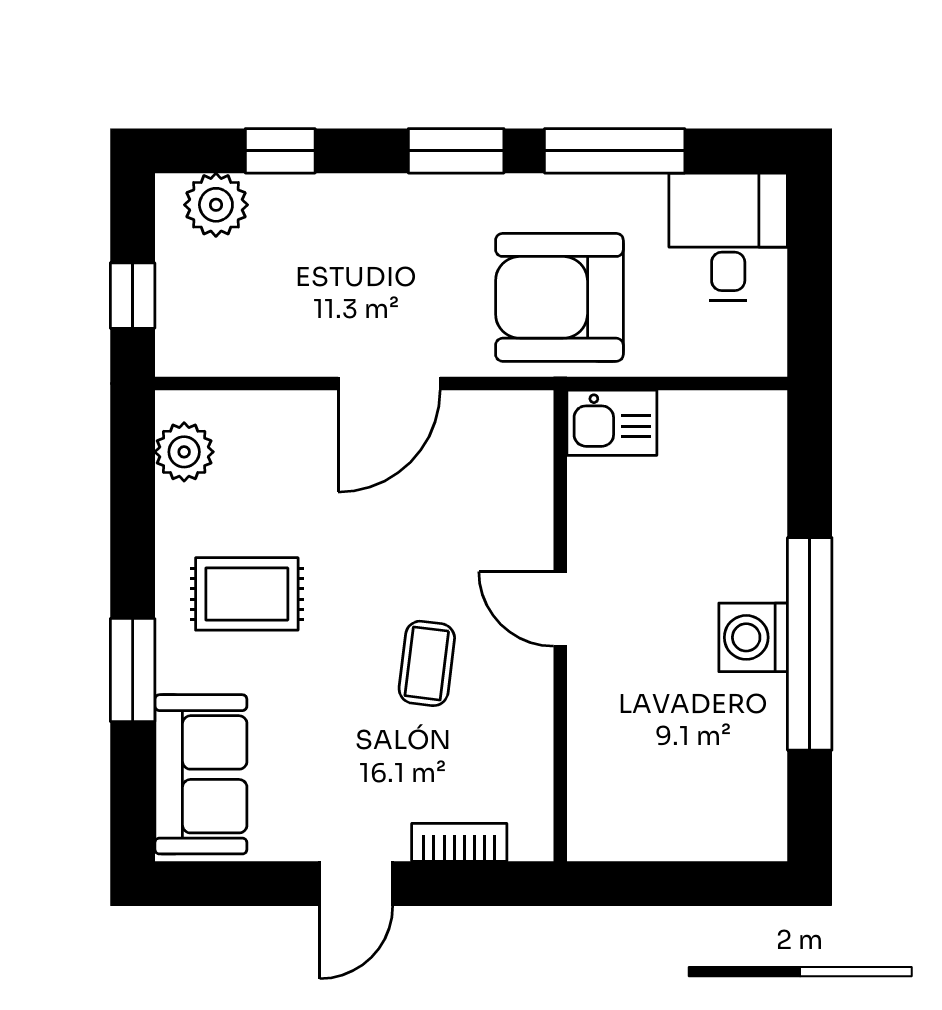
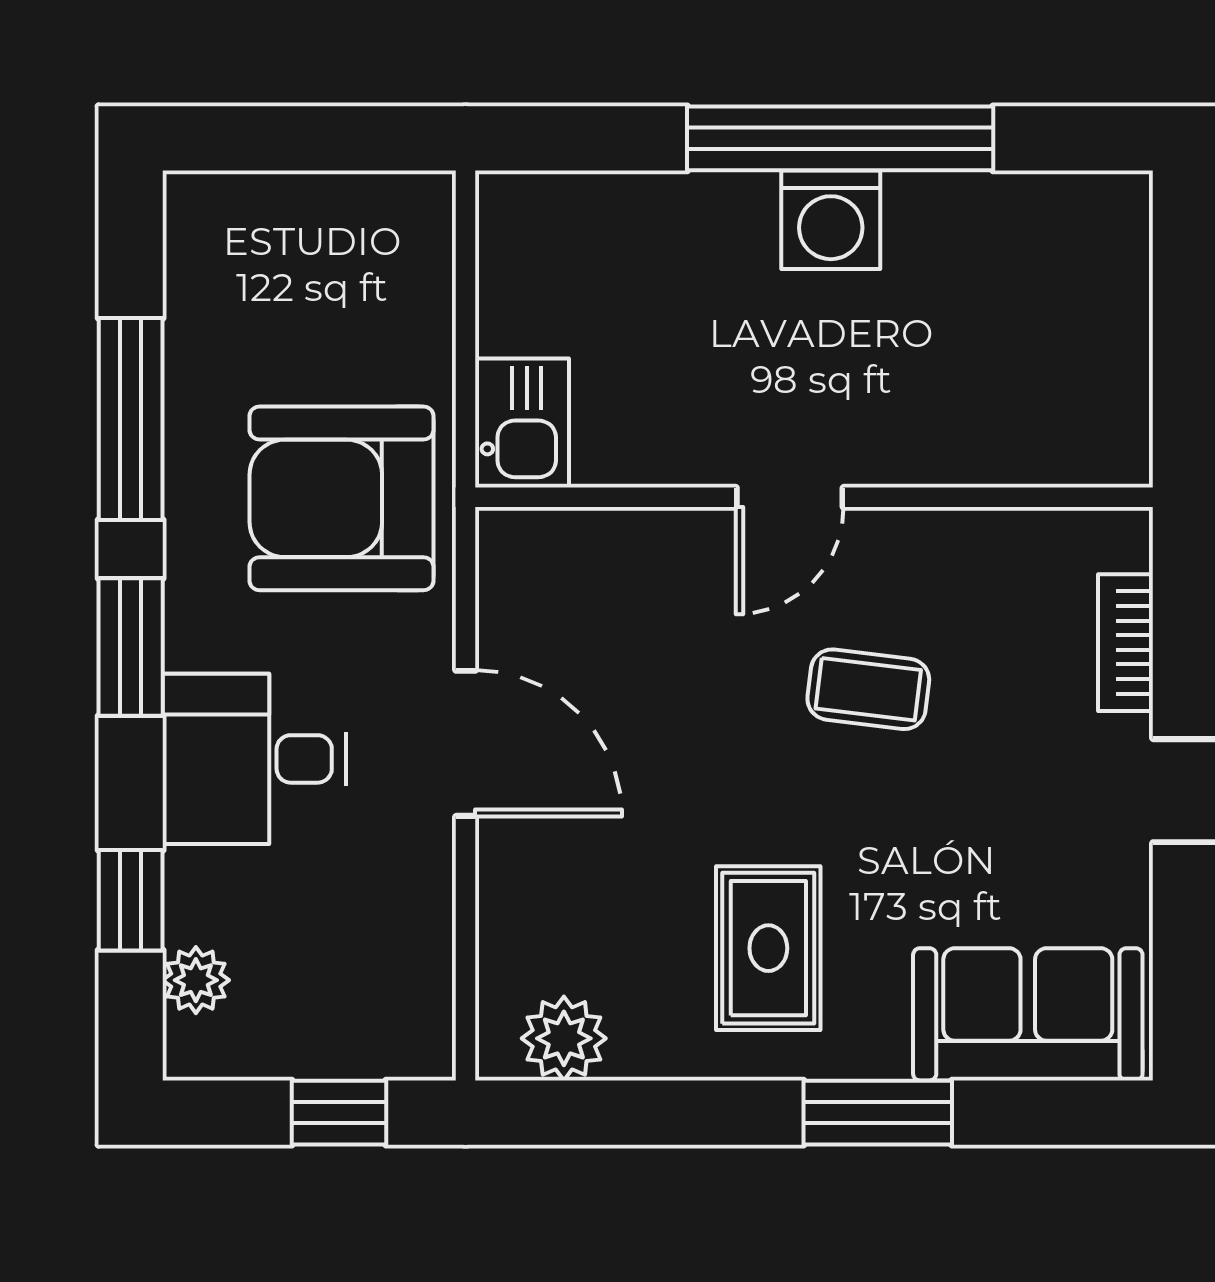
plant: (216, 205) -> (196, 980), width x0.73, depth x0.73
desk: (728, 237) -> (255, 759), moved
armchair: (559, 297) -> (342, 498), turned 90

